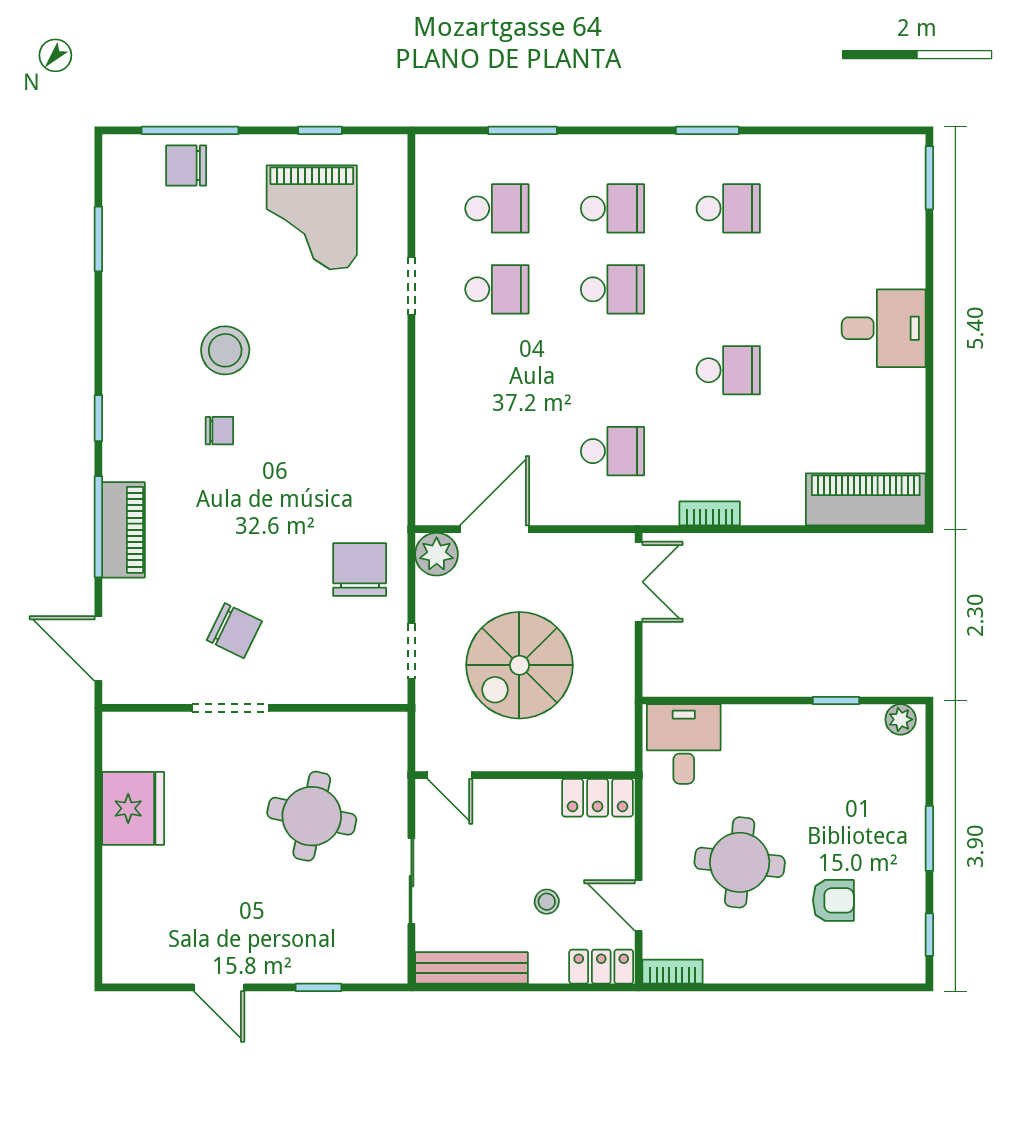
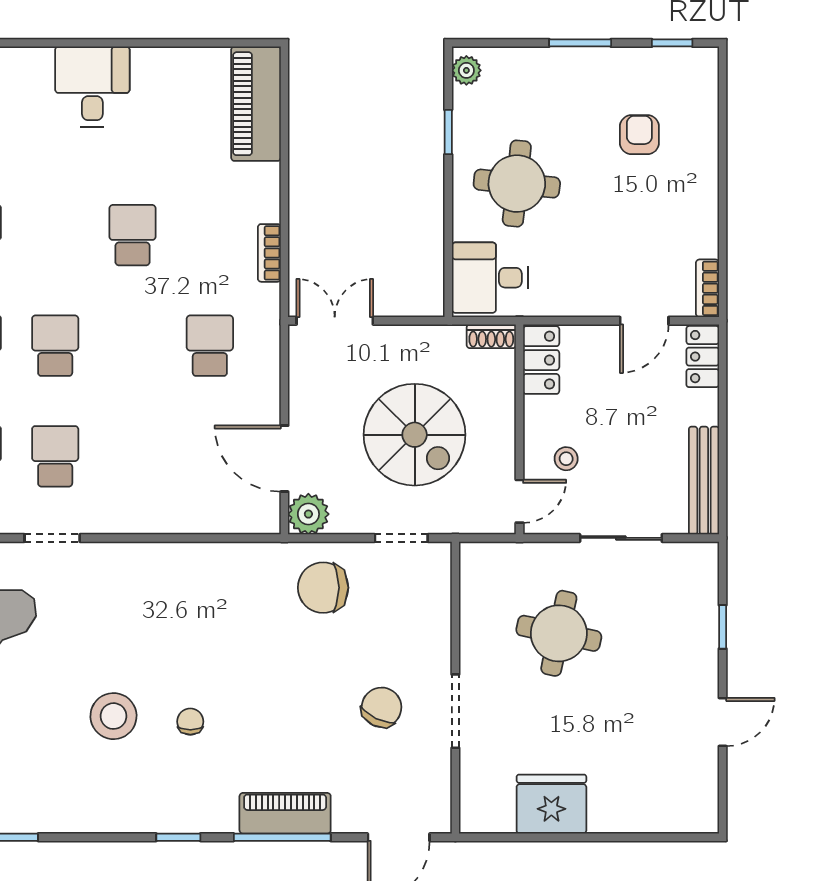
shoe rack: (622, 745) -> (491, 336), added
round table: (740, 862) -> (517, 184), moved
stool: (547, 902) -> (566, 459), moved

